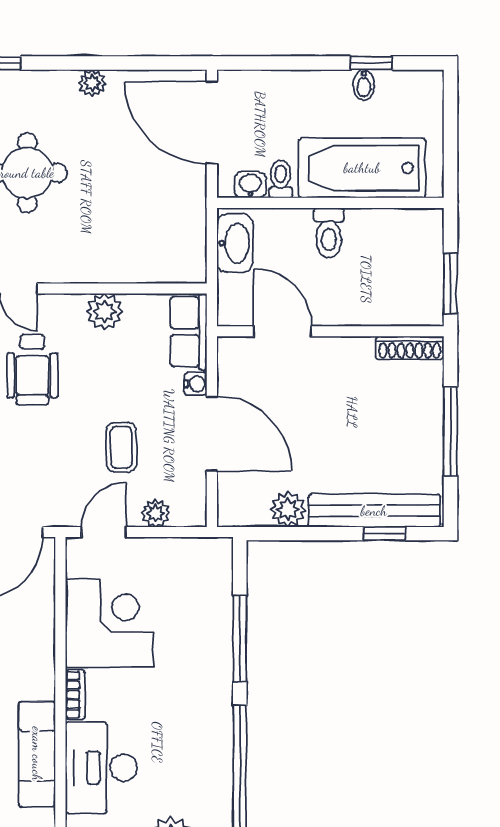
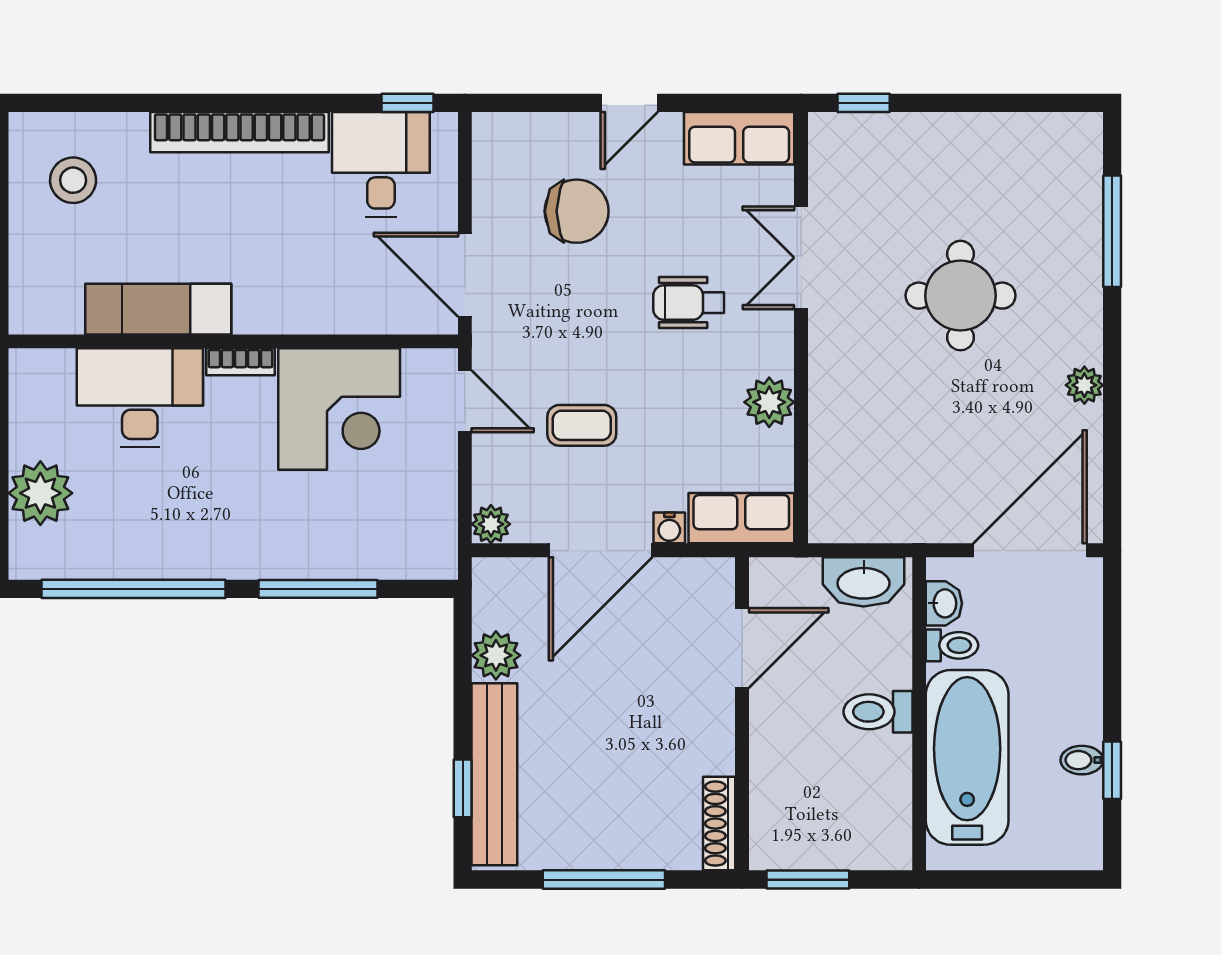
wheelchair: (32, 370) -> (689, 303), width x0.73, depth x0.73
plant: (156, 513) -> (491, 524), moved

